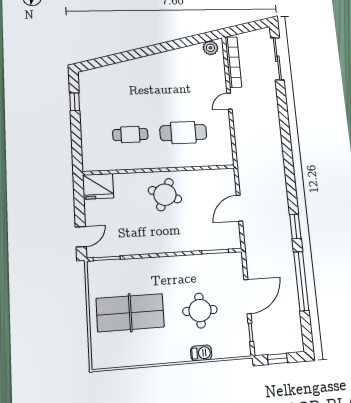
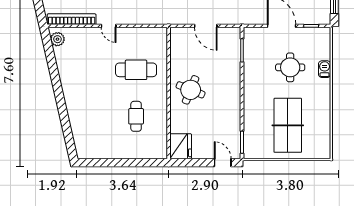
window: (75, 102) -> (105, 163), removed
cafe table: (183, 133) -> (136, 70), turned 90

